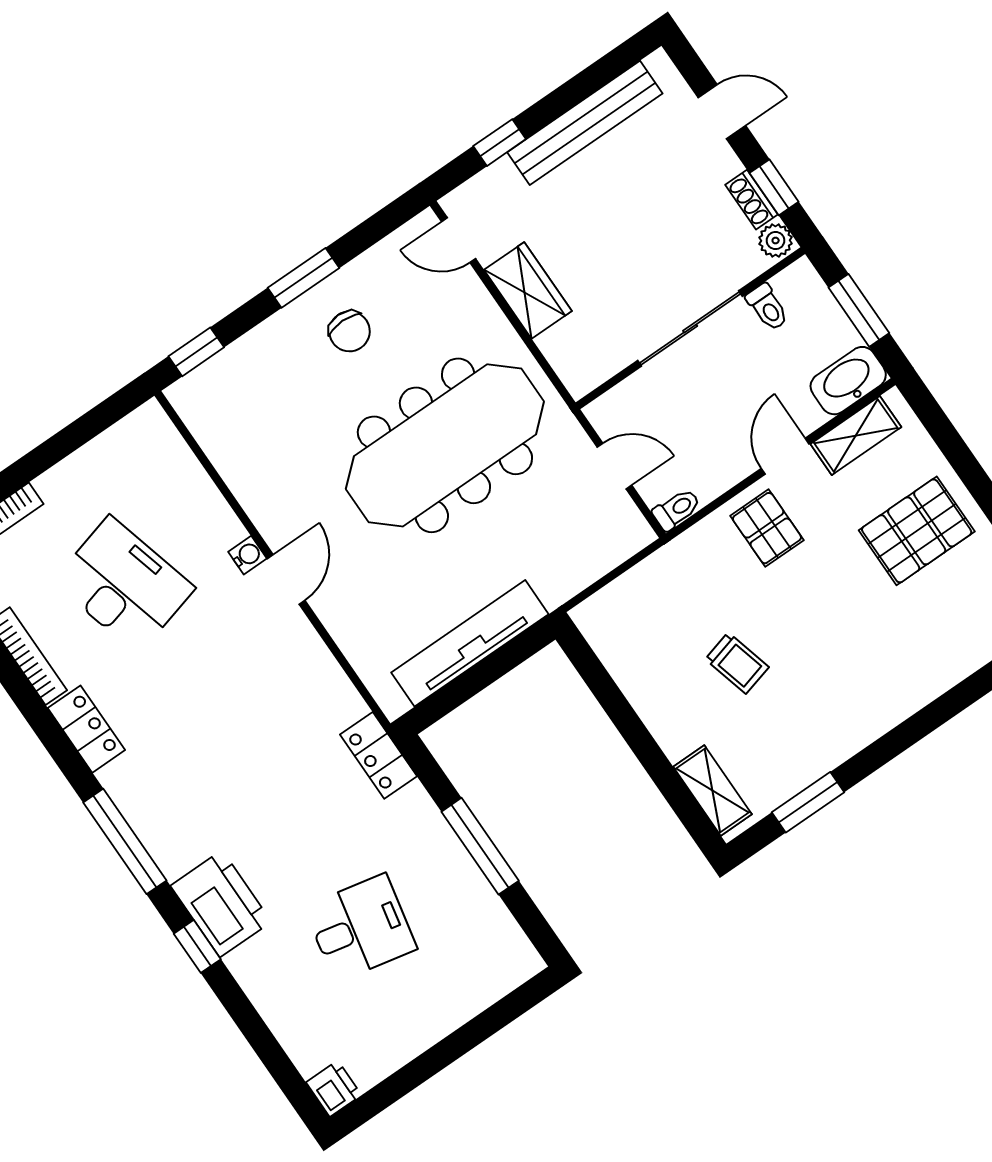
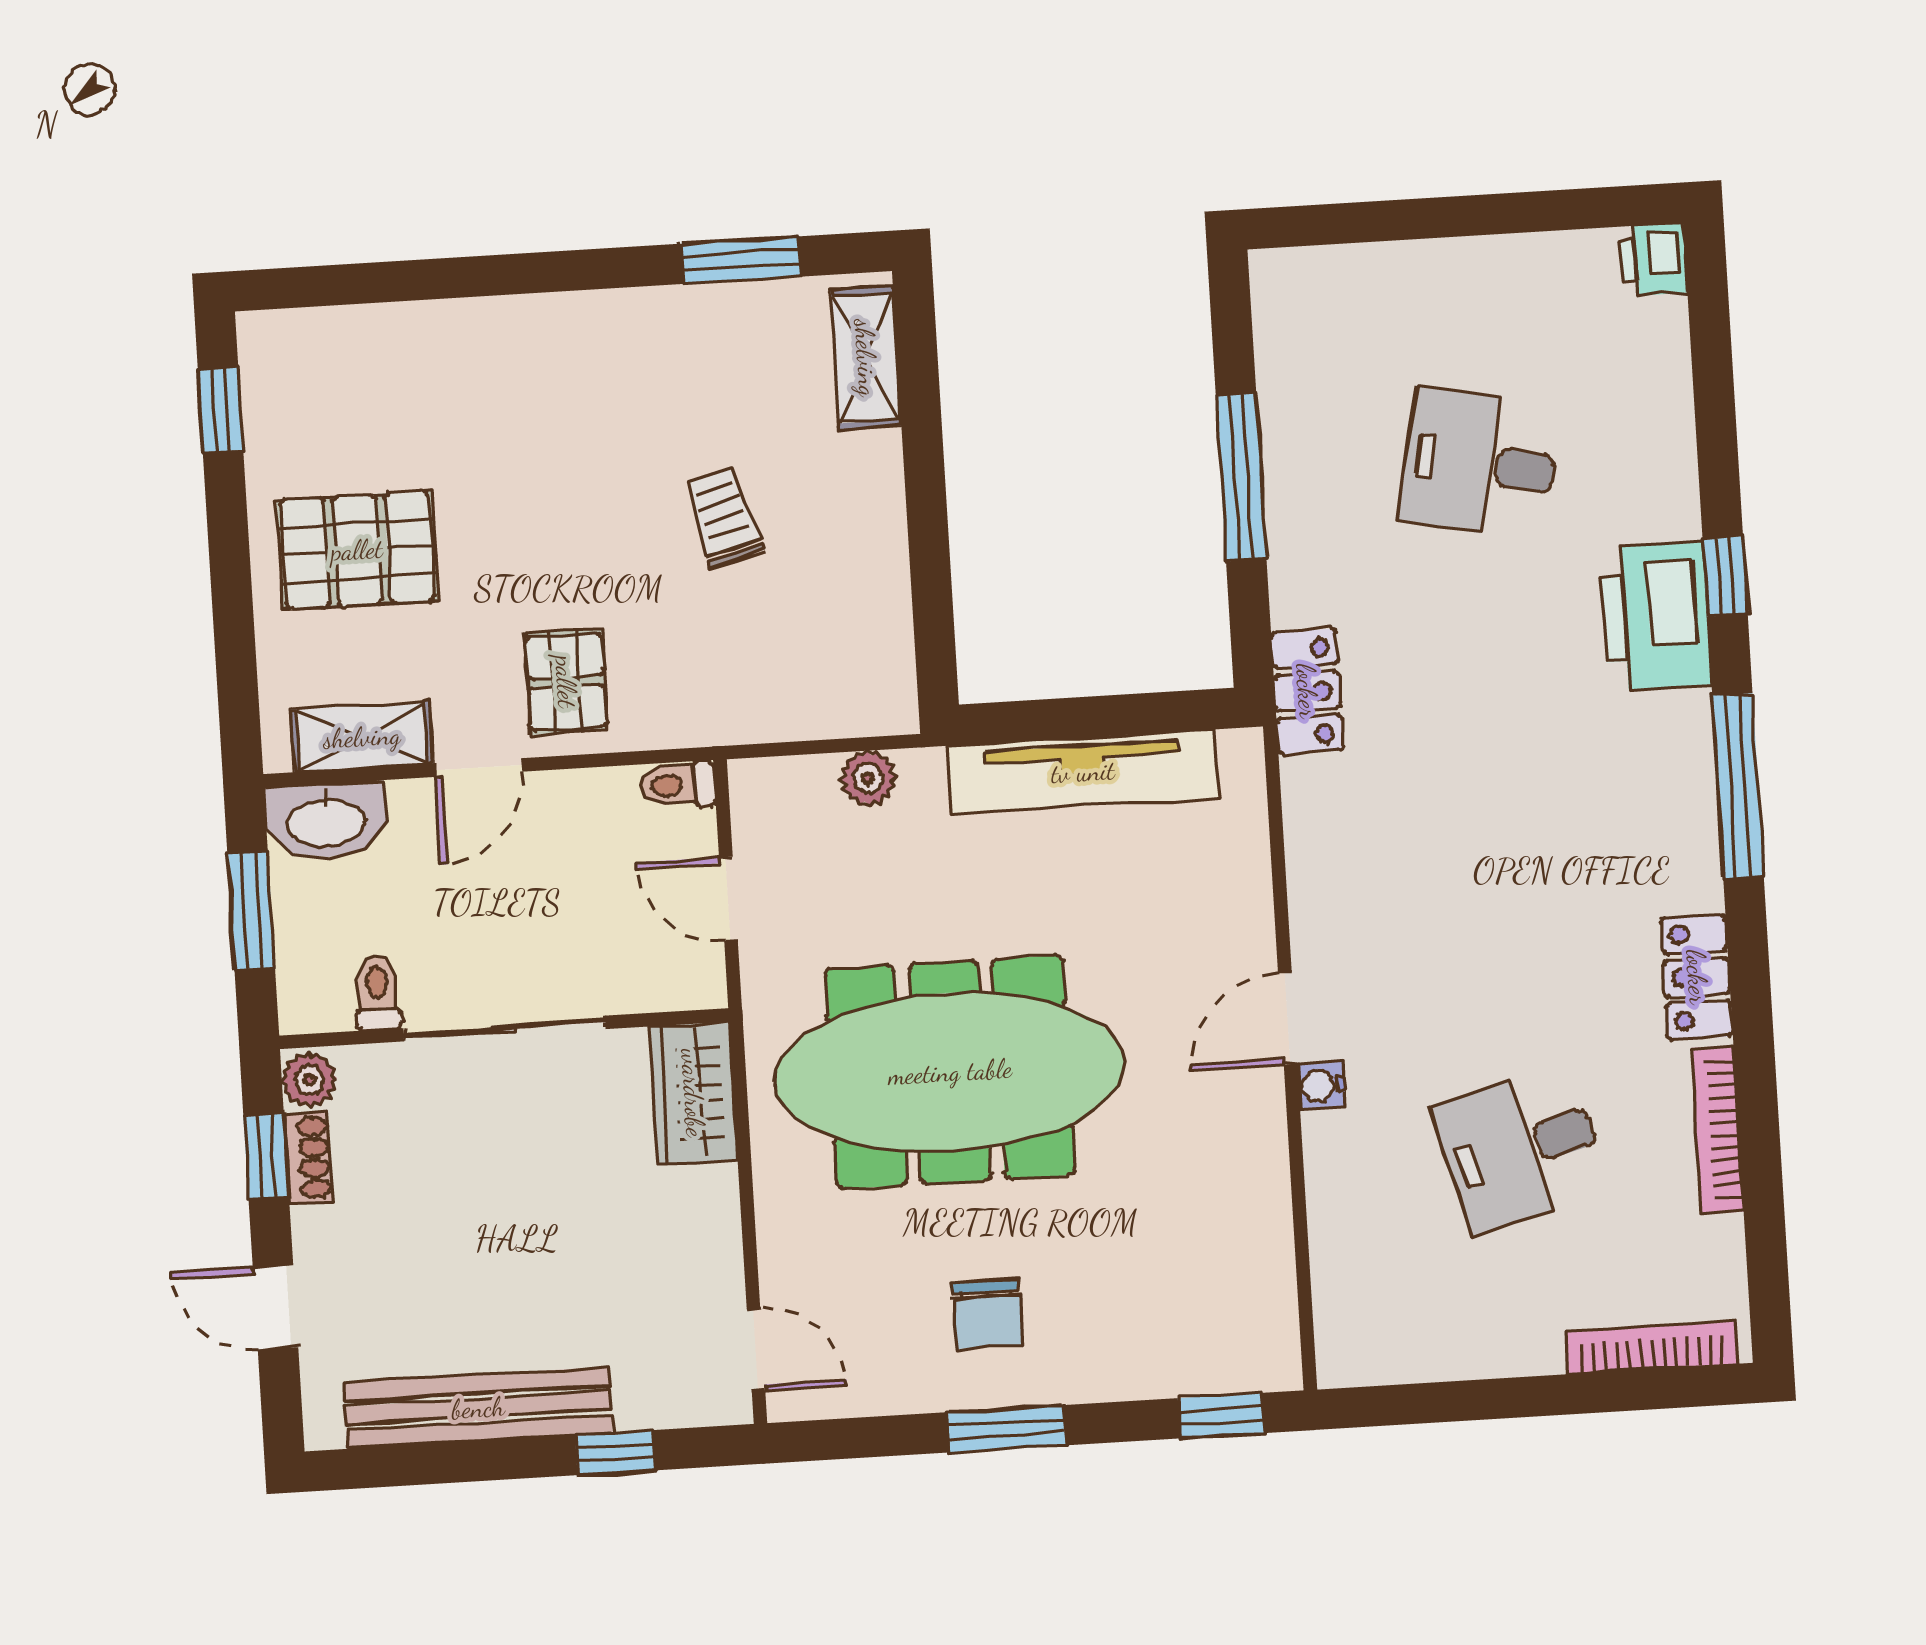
wardrobe: (528, 290) -> (693, 1093), moved
chair: (350, 331) -> (987, 1314), turned 180
plant: (580, 573) -> (868, 778), added
desk: (124, 585) -> (1521, 1148), width x0.73

